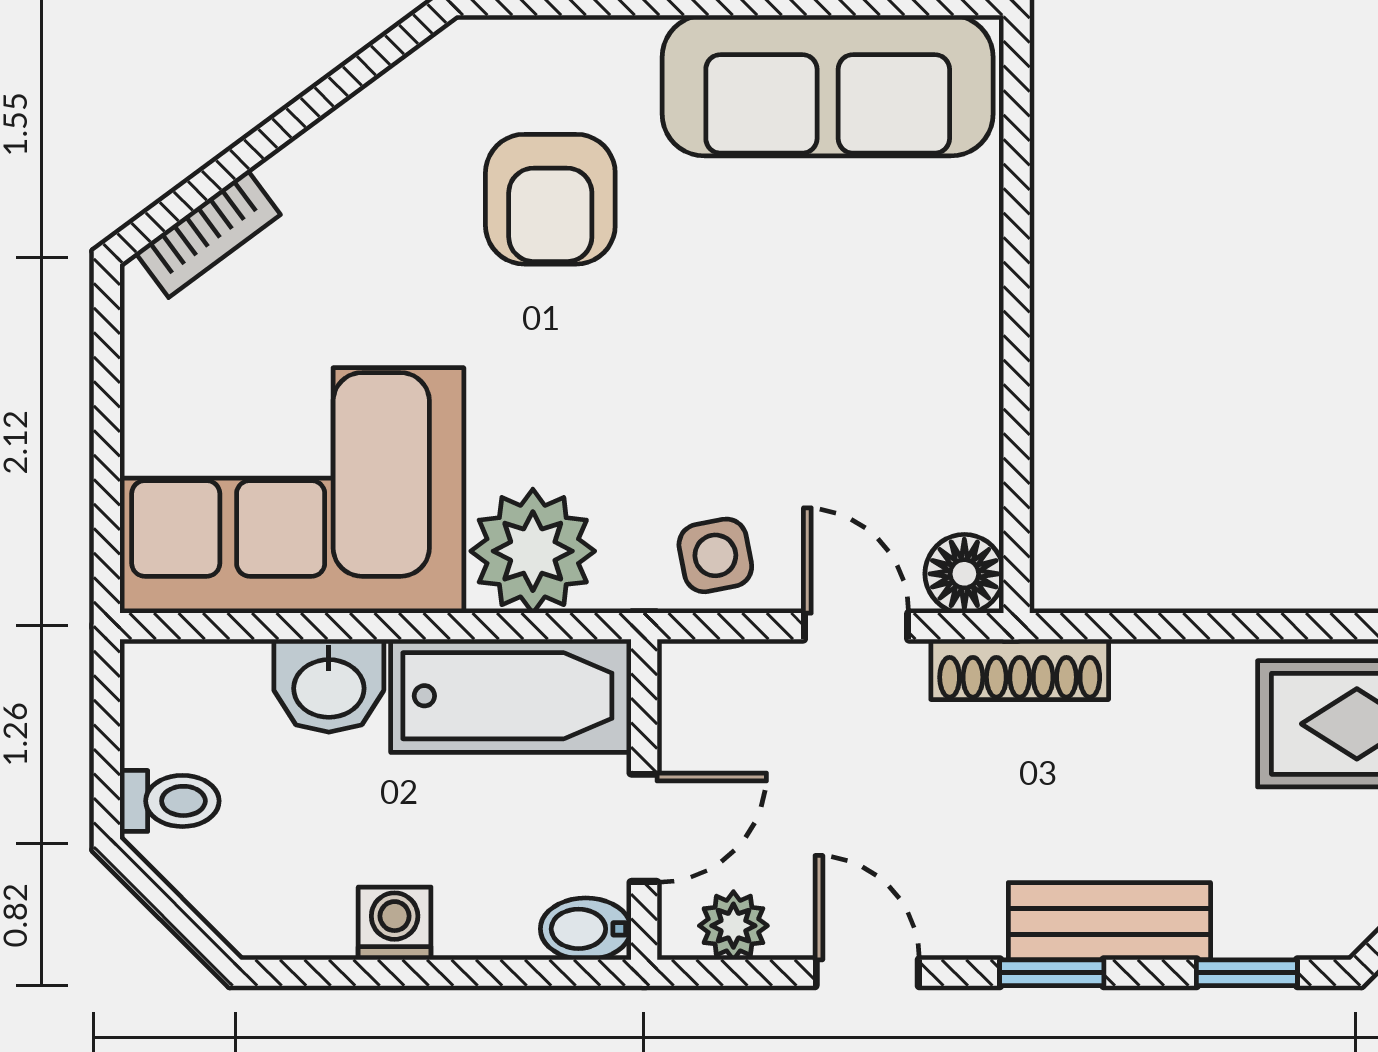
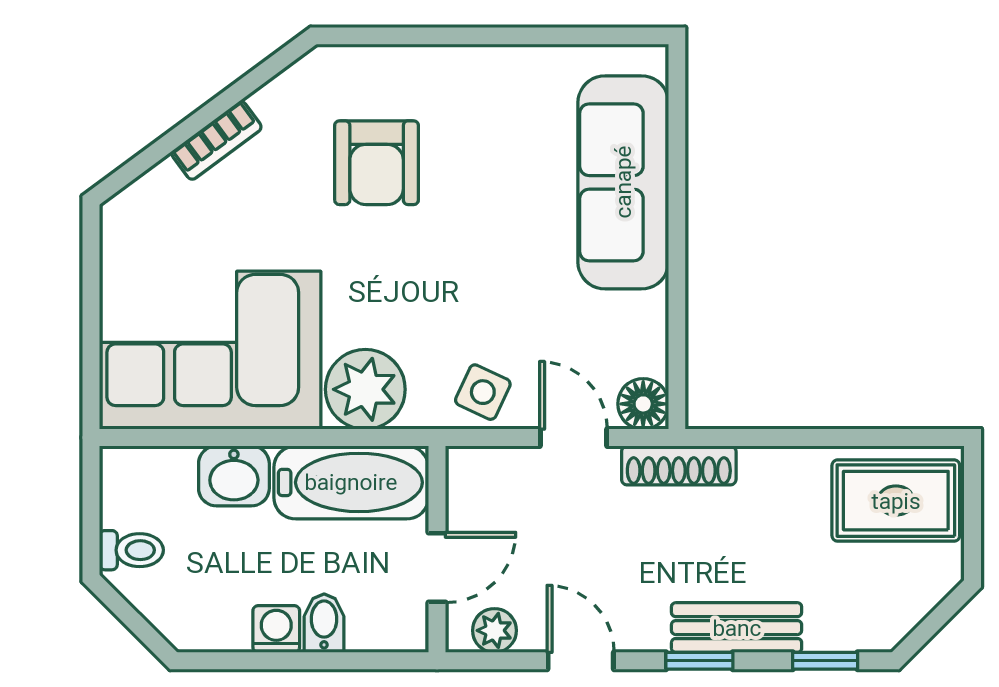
sofa: (828, 86) -> (623, 182), moved, turned 90
bookcase: (208, 234) -> (216, 140), moved
side table: (715, 555) -> (483, 392), turned 36
bidet: (586, 929) -> (324, 623), moved, turned 90

